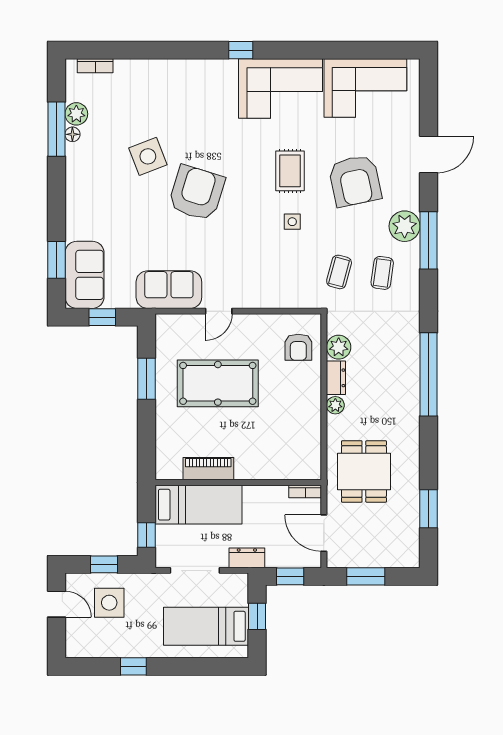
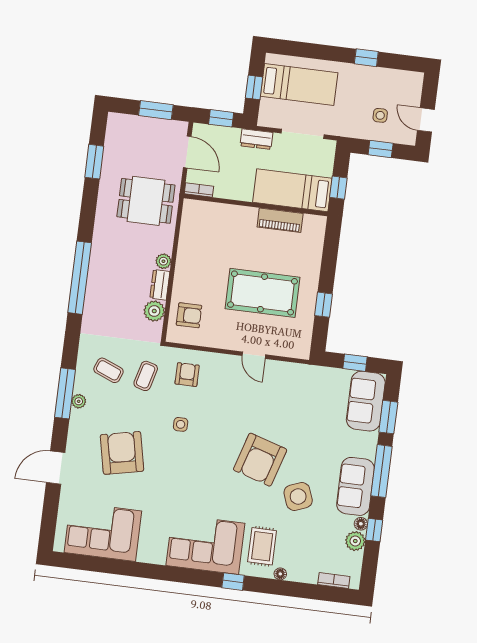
window: (241, 50) -> (233, 582), moved
floor lamp: (157, 66) -> (280, 574), added
corner sofa: (281, 89) -> (205, 544), moved
window: (56, 129) -> (374, 530), width x0.46
rug: (290, 171) -> (262, 546), moved
window: (56, 197) -> (382, 471), added
plant: (405, 226) -> (79, 401), width x0.53, depth x0.53
coffee table: (382, 273) -> (108, 370), turned -76
armchair: (292, 279) -> (187, 375), added
sofa: (169, 290) -> (355, 486), moved, turned 90
door: (219, 311) -> (254, 355), swing flipped
armchair: (298, 347) -> (189, 315), turned 90
window: (146, 379) -> (324, 305), width x0.67
dining table: (364, 471) -> (146, 201), turned 90
window: (146, 535) -> (338, 188), moved
side table: (109, 603) -> (380, 115), width x0.54, depth x0.54

